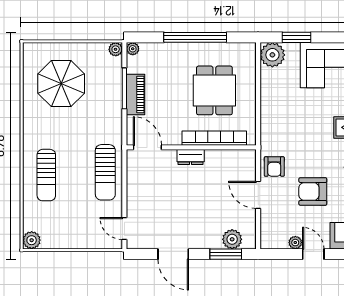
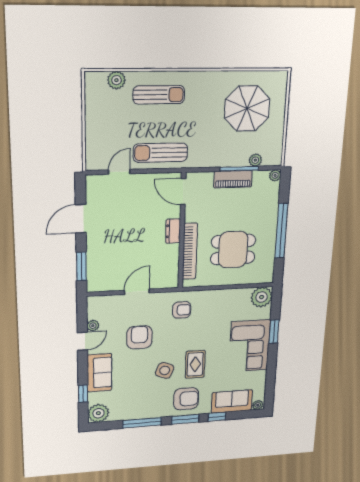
window: (297, 37) -> (274, 332), moved
plant: (116, 49) -> (255, 160), moved
door: (147, 147) -> (183, 192), swing flipped
armchair: (274, 167) -> (182, 310), moved, turned 180
sun lounger: (46, 175) -> (159, 95), turned 180
door: (124, 228) -> (119, 172), moved
plant: (232, 239) -> (96, 271), removed
plant: (32, 240) -> (116, 80), moved

